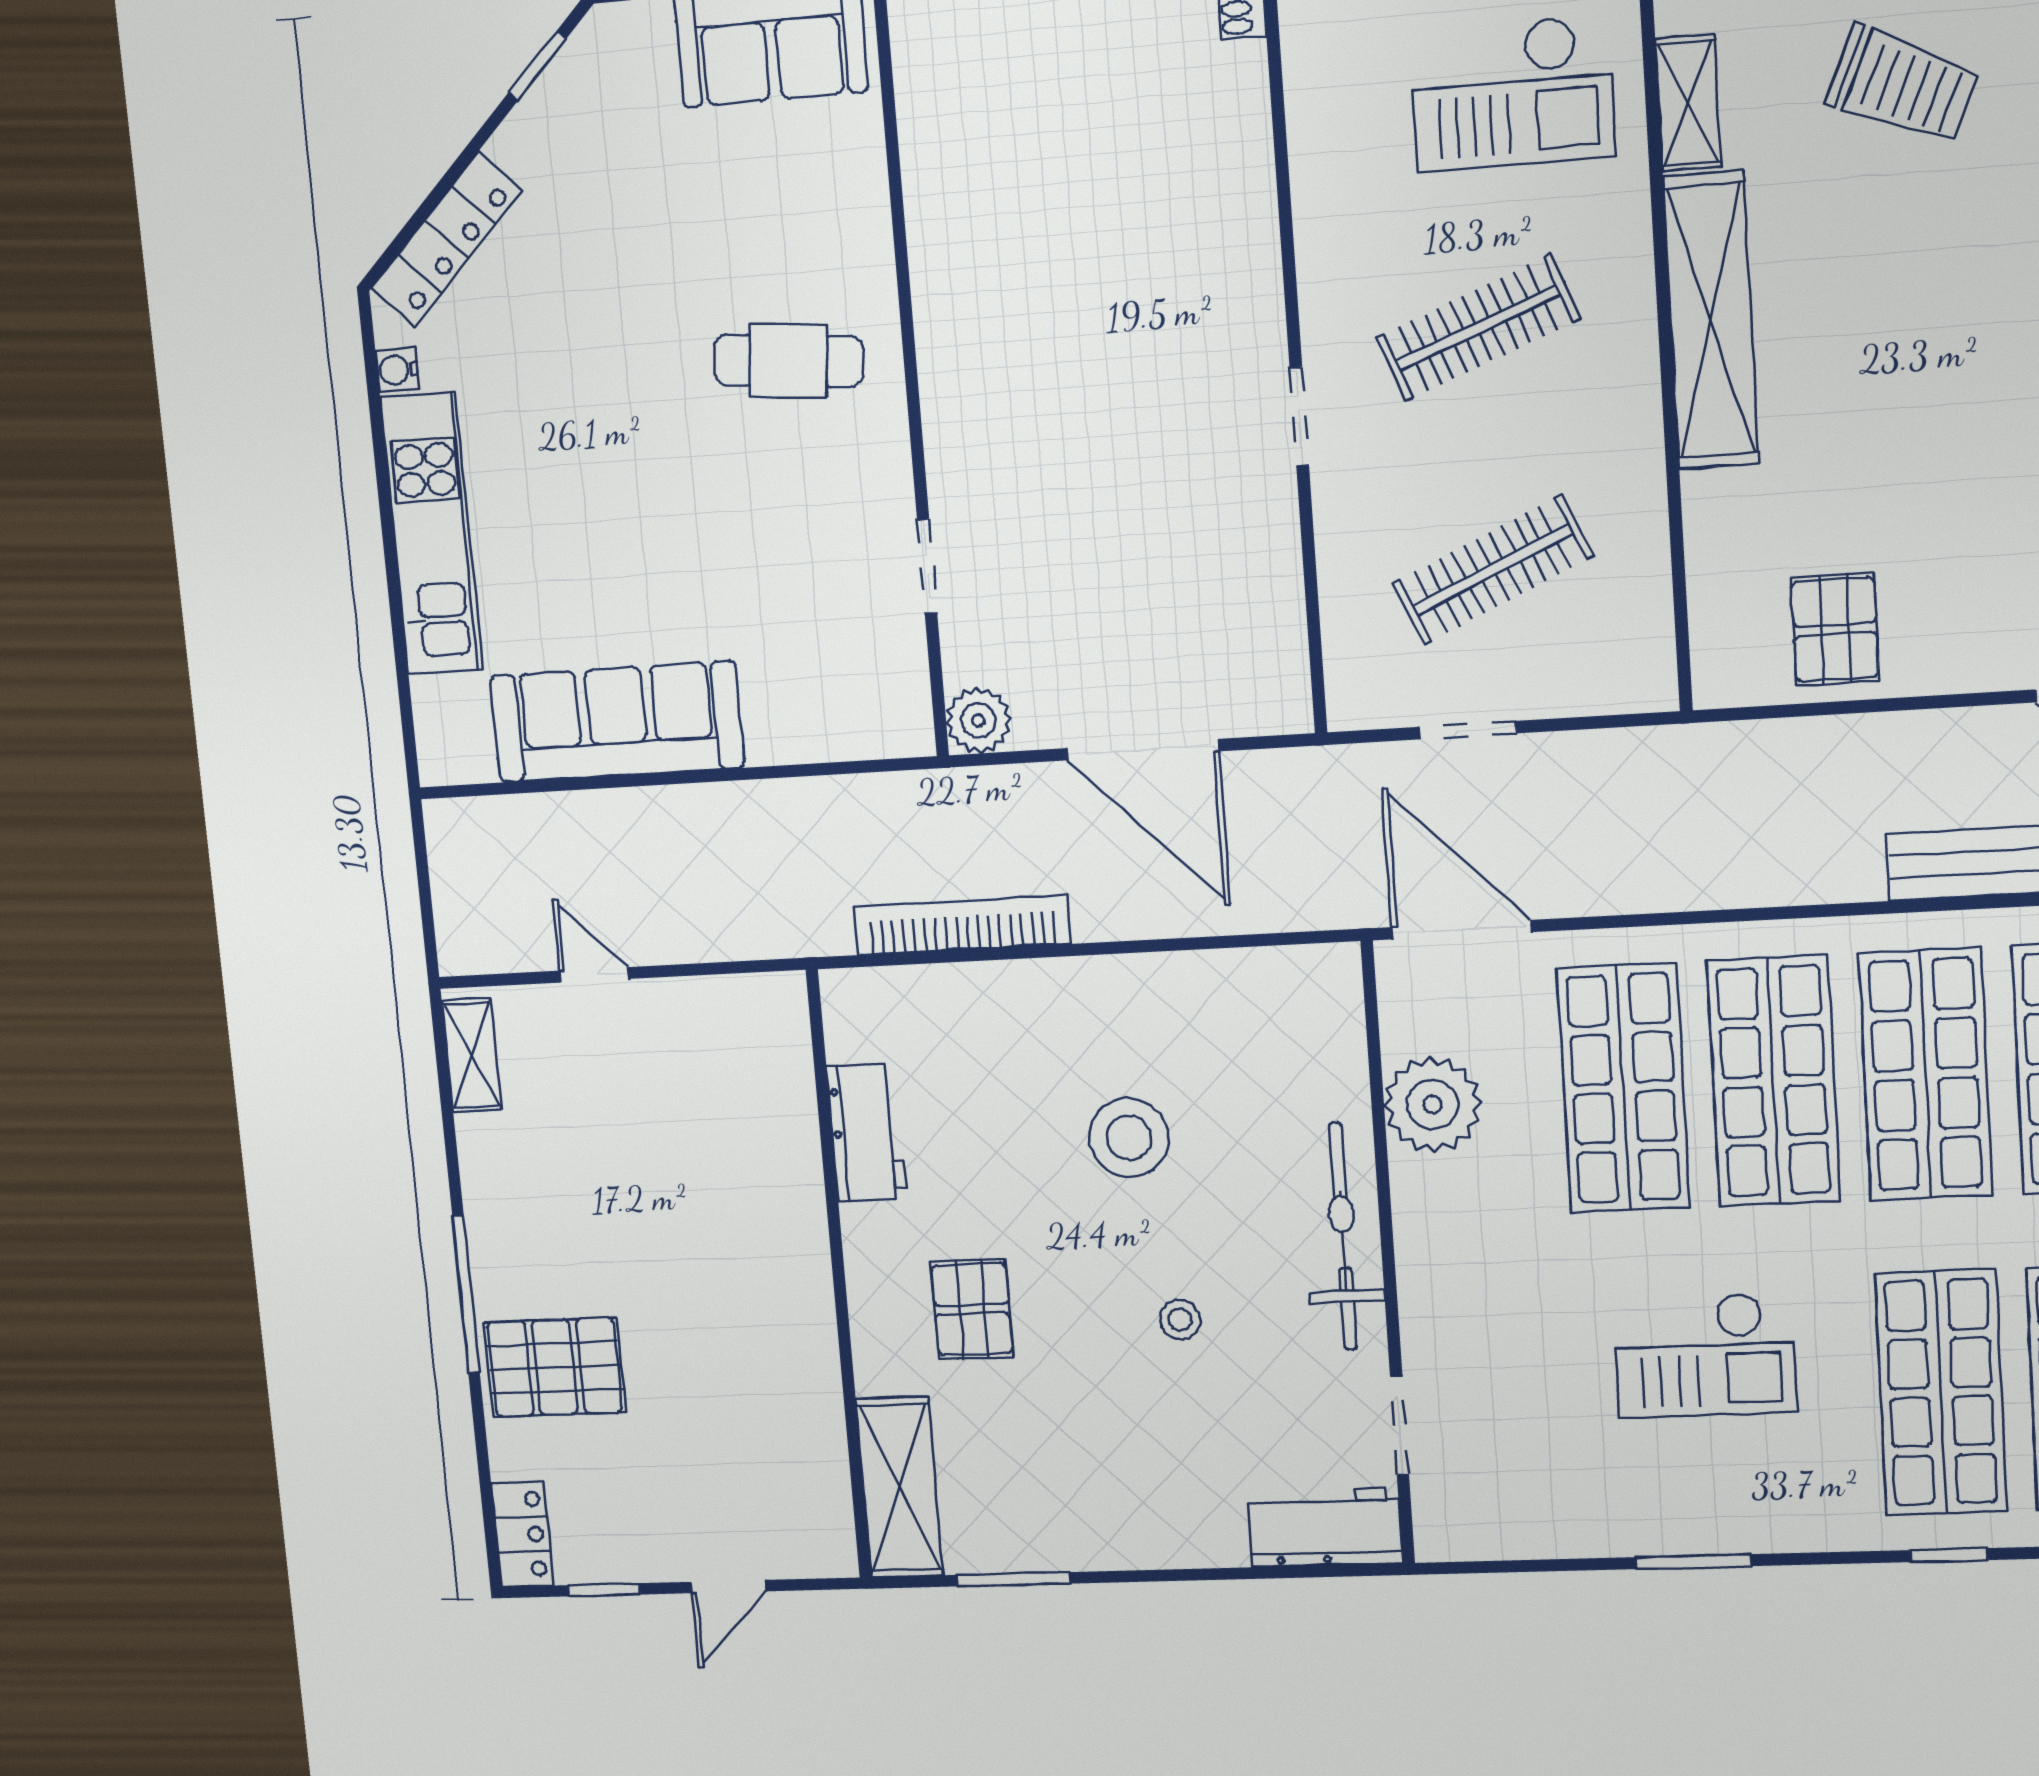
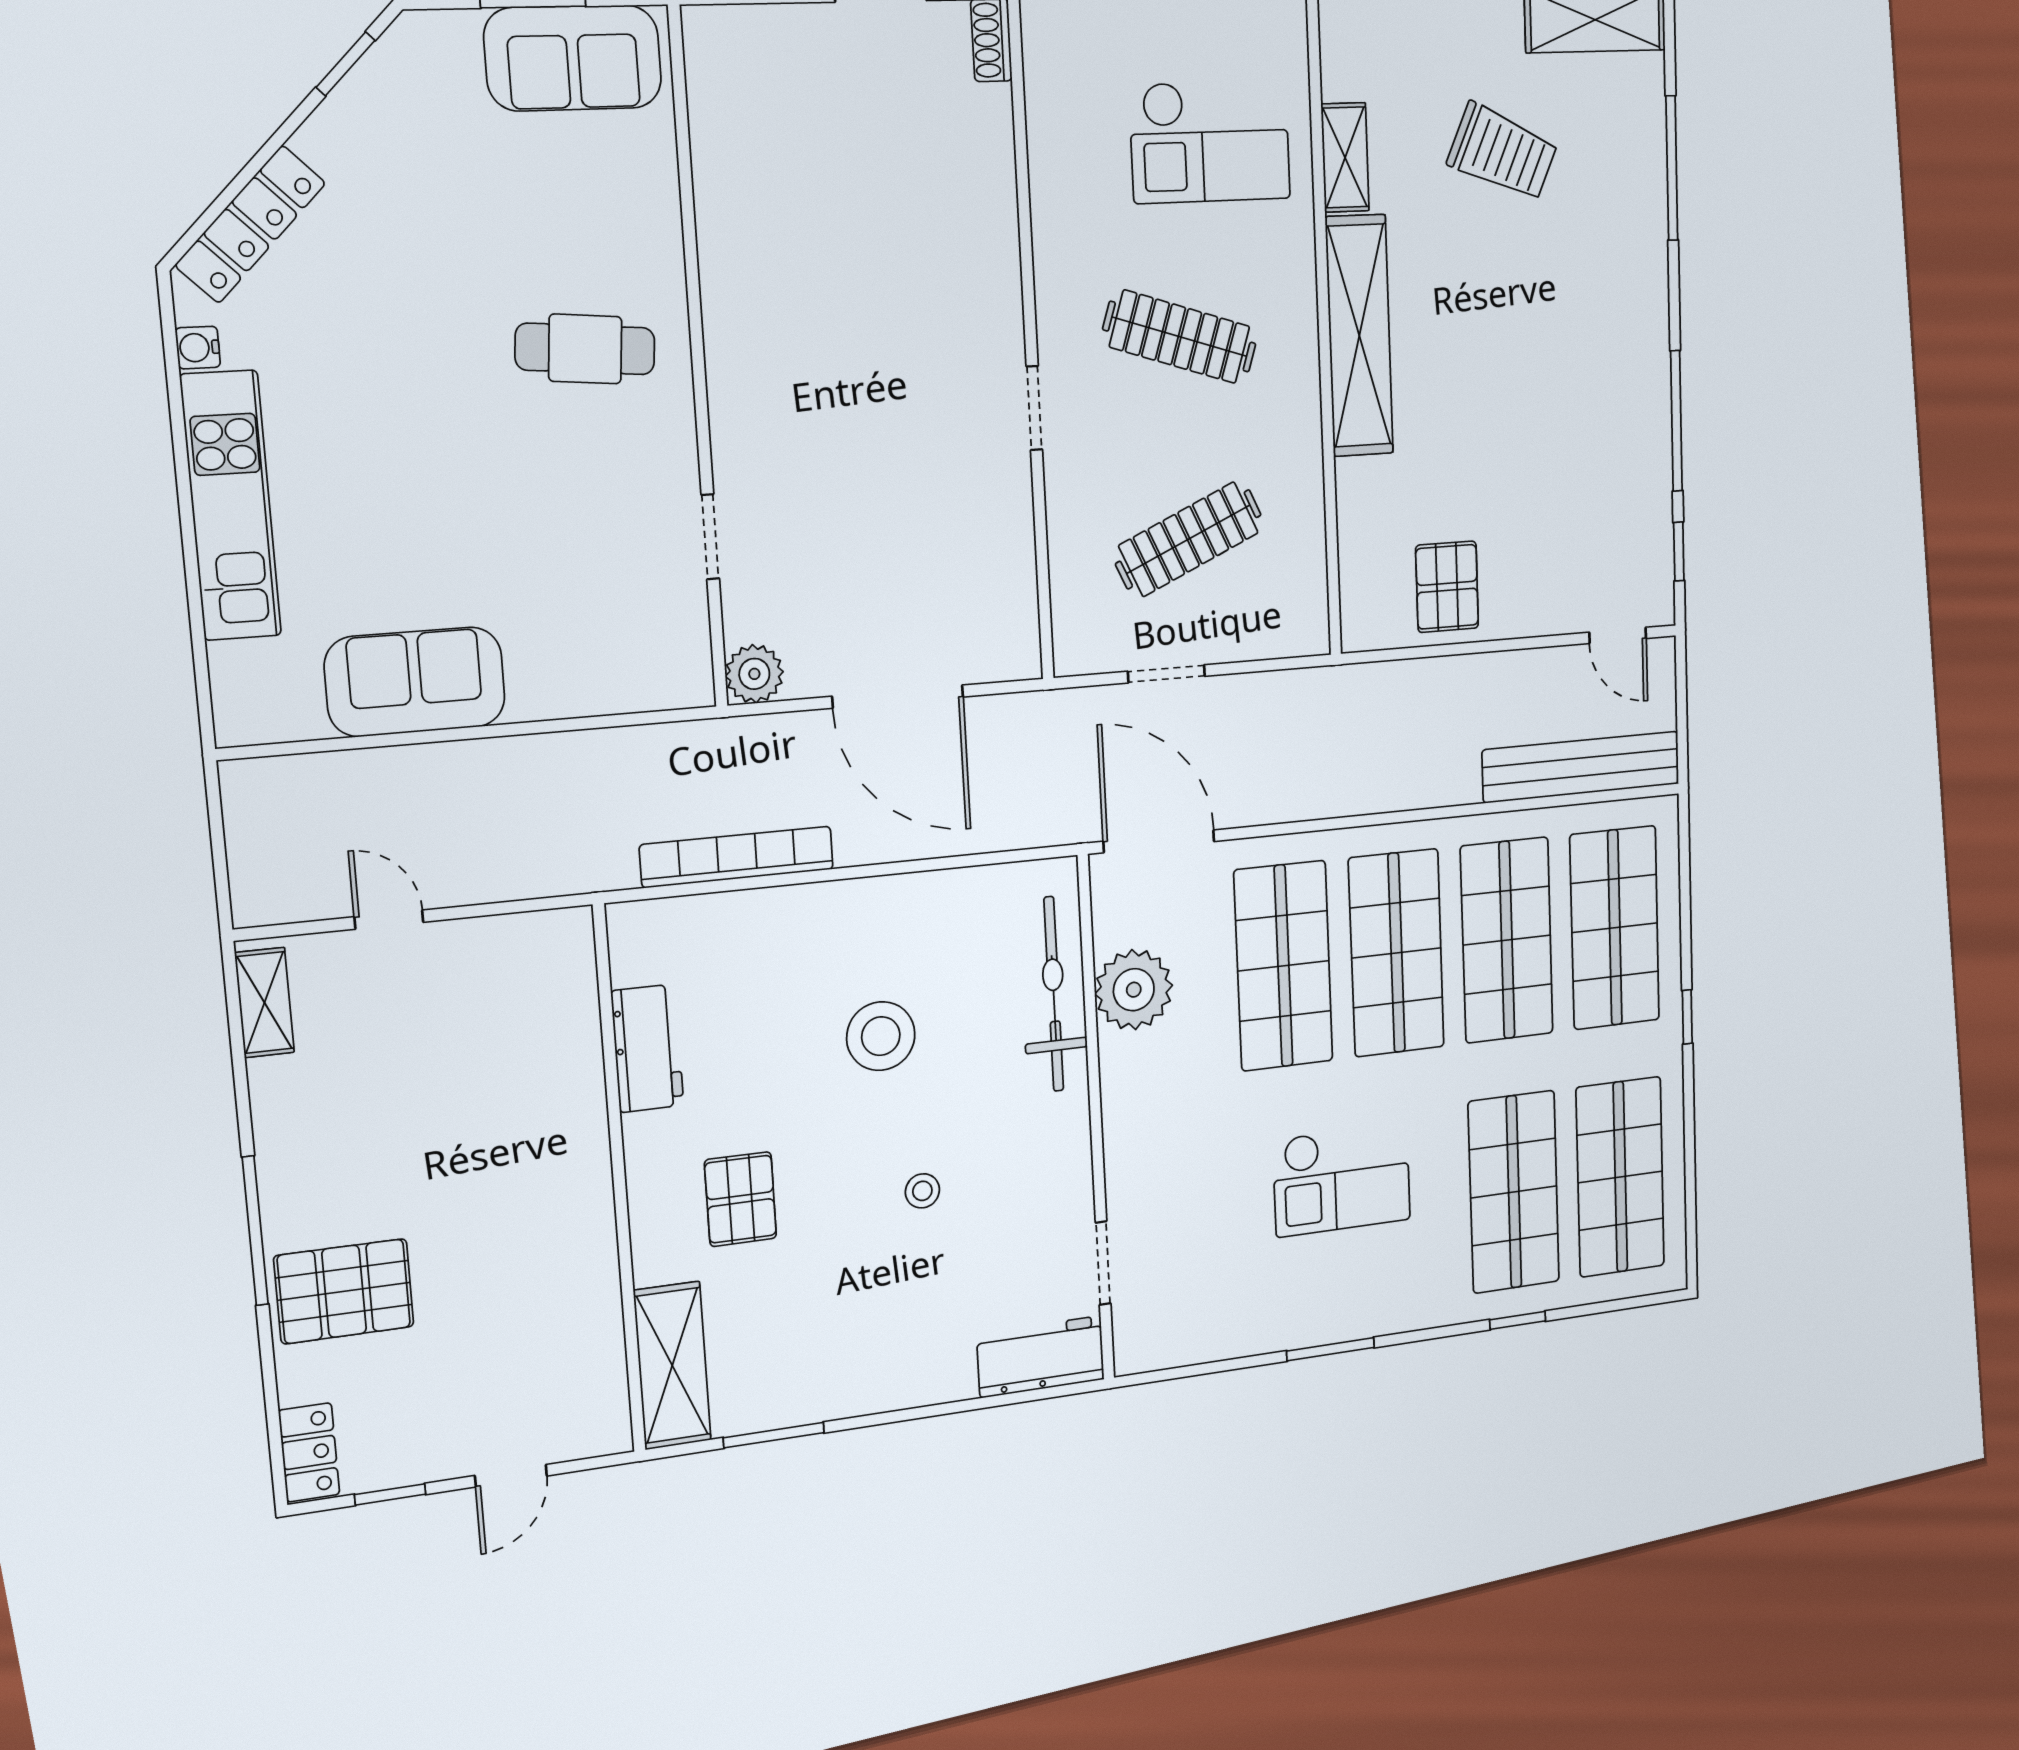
clothes rail: (1478, 328) -> (1180, 337), turned 39
sofa: (617, 722) -> (415, 682), width x0.73
bicycle: (1343, 1237) -> (1054, 994), moved

